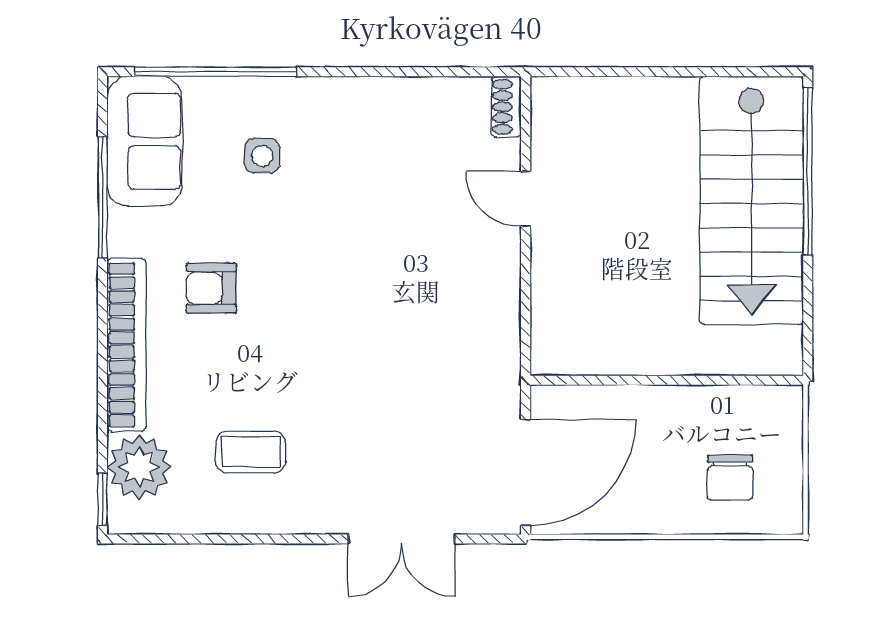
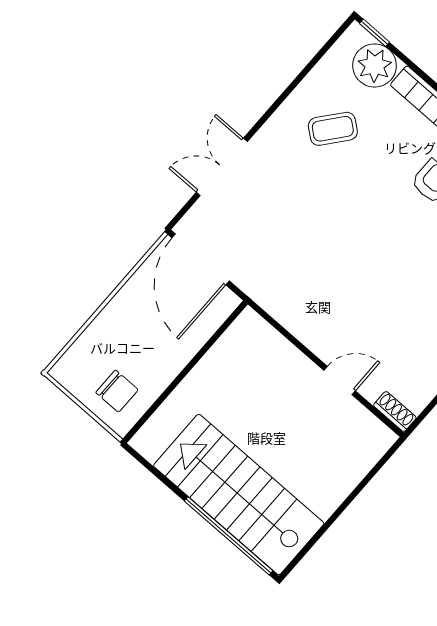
coffee table: (251, 452) -> (333, 129), turned 39
chair: (730, 478) -> (117, 391), moved, turned 180

